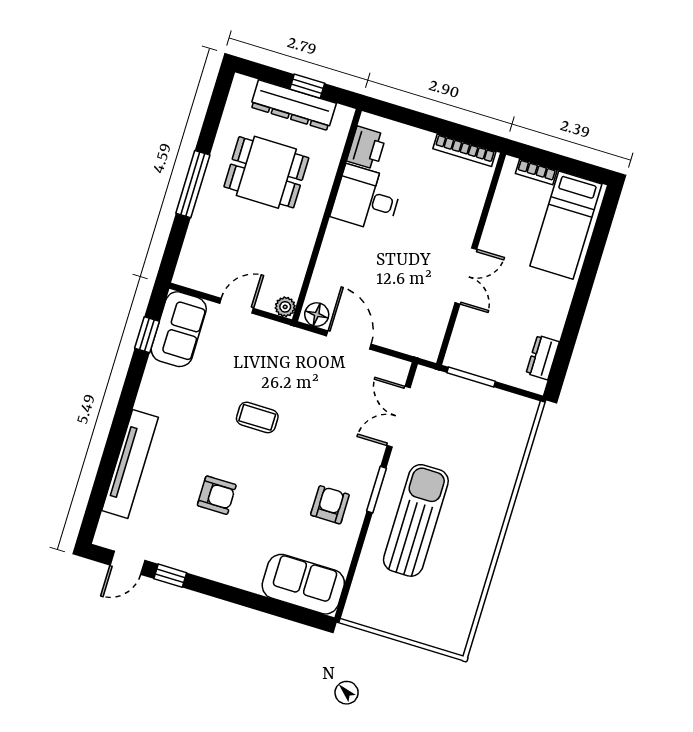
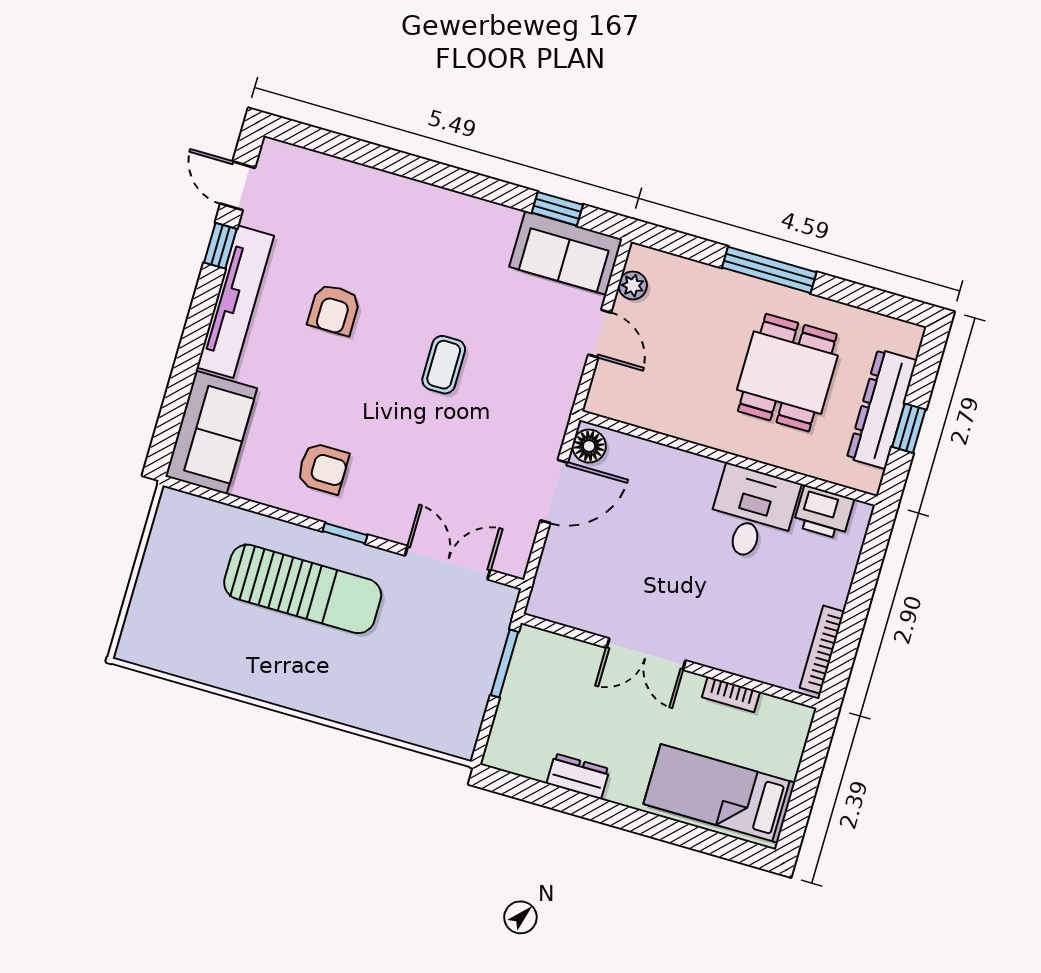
bookcase: (536, 172) -> (731, 694), moved, turned -90
plant: (285, 307) -> (633, 285), moved
dresser: (543, 358) -> (578, 776), moved
tv unit: (130, 464) -> (235, 302), moved, turned -90
window: (376, 490) -> (345, 533), width x0.67

